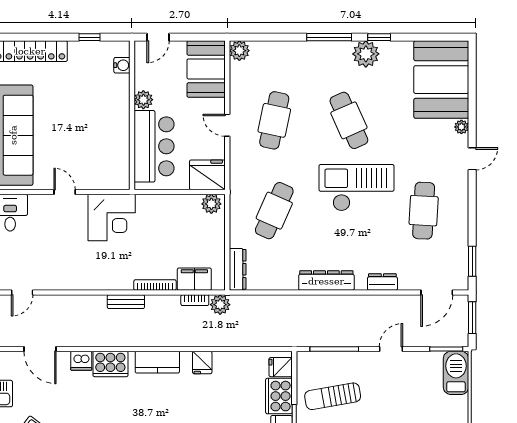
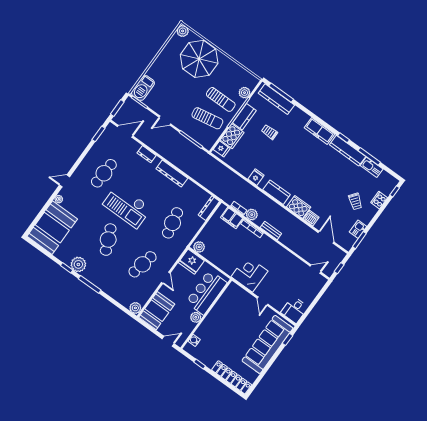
cafe table: (274, 211) -> (173, 223), turned -36
plant: (220, 305) -> (252, 215), moved

